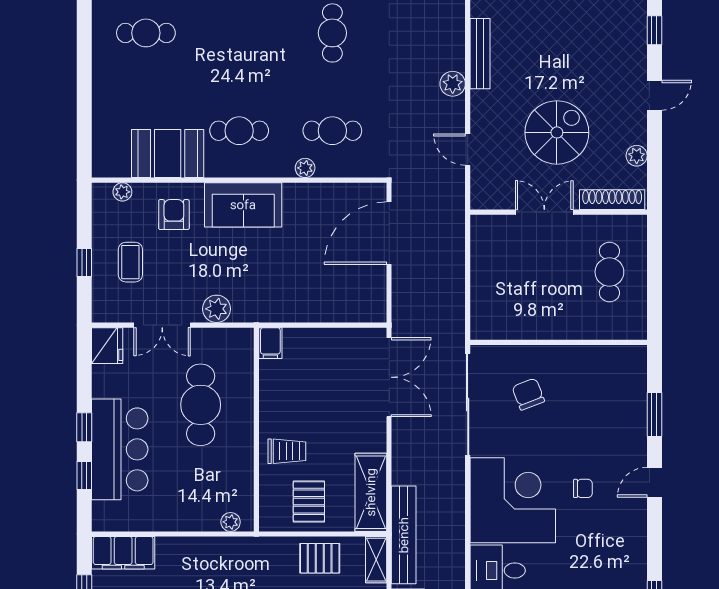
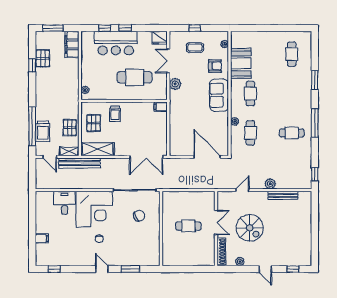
cafe table: (609, 272) -> (188, 226), moved
pallet: (309, 501) -> (94, 123), turned 90

